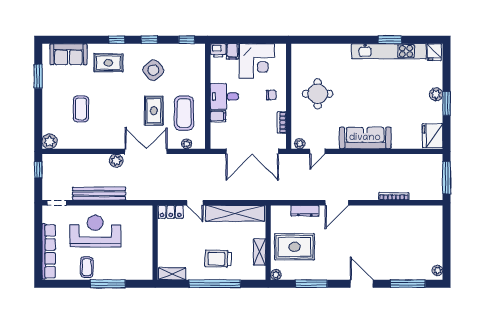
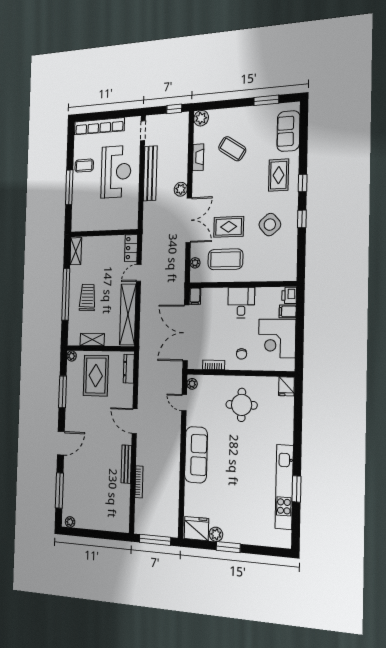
window: (187, 40) -> (301, 260), removed
fridge: (434, 52) -> (286, 386), moved, turned -90
plant: (436, 94) -> (216, 534), moved
coffee table: (81, 109) -> (232, 149), turned 33
filing cabinet: (218, 116) -> (195, 296), moved
fireplace: (87, 143) -> (198, 157), added
bench: (378, 210) -> (126, 464), added
dresser: (305, 211) -> (129, 369), moved

